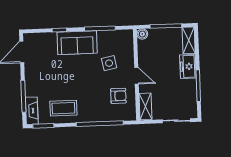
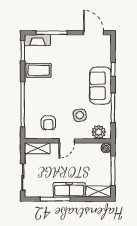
plant: (126, 43) -> (99, 132), added
freezer: (188, 66) -> (69, 190), width x1.40
coffee table: (63, 108) -> (39, 70), turned 90

